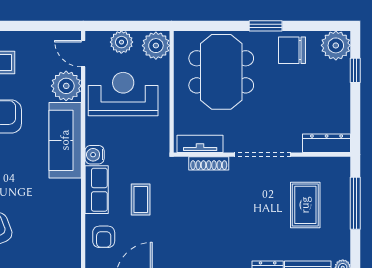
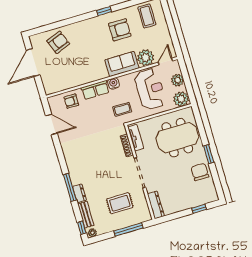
plant: (336, 45) -> (209, 194), removed
sofa: (65, 140) -> (122, 64), width x0.73
coffee table: (141, 200) -> (122, 109), moved

